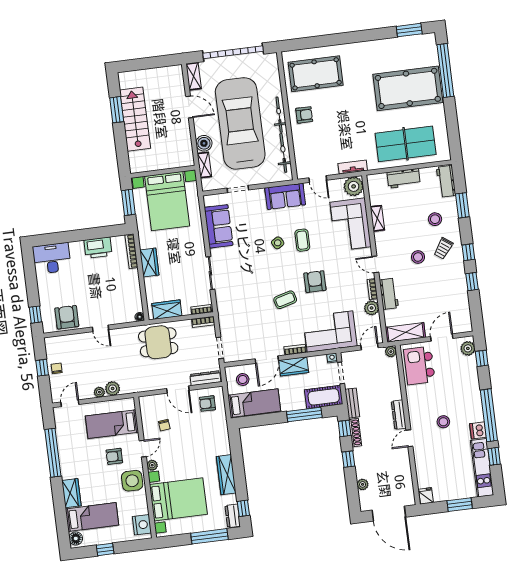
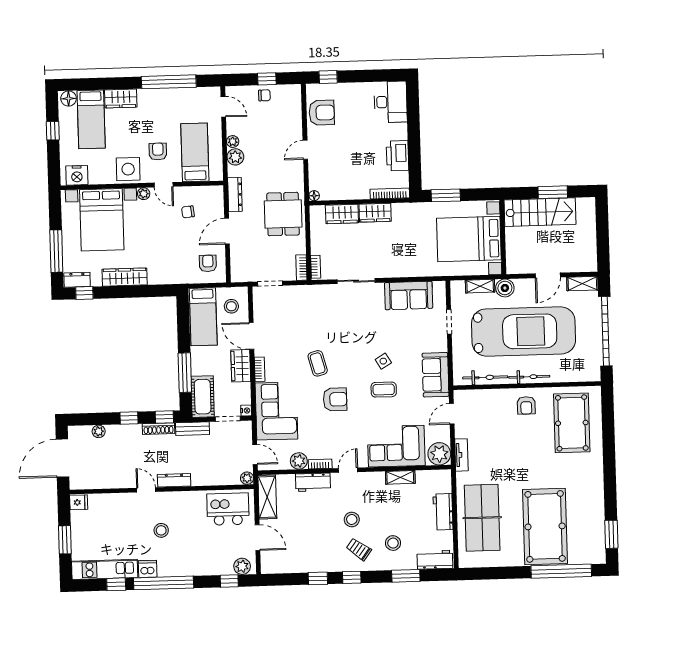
wall: (163, 172) -> (503, 237), moved
bed with nightstands: (167, 201) -> (469, 239), moved
wardrobe: (167, 310) -> (342, 214), moved, turned 90
dresser: (205, 378) -> (235, 195), moved

